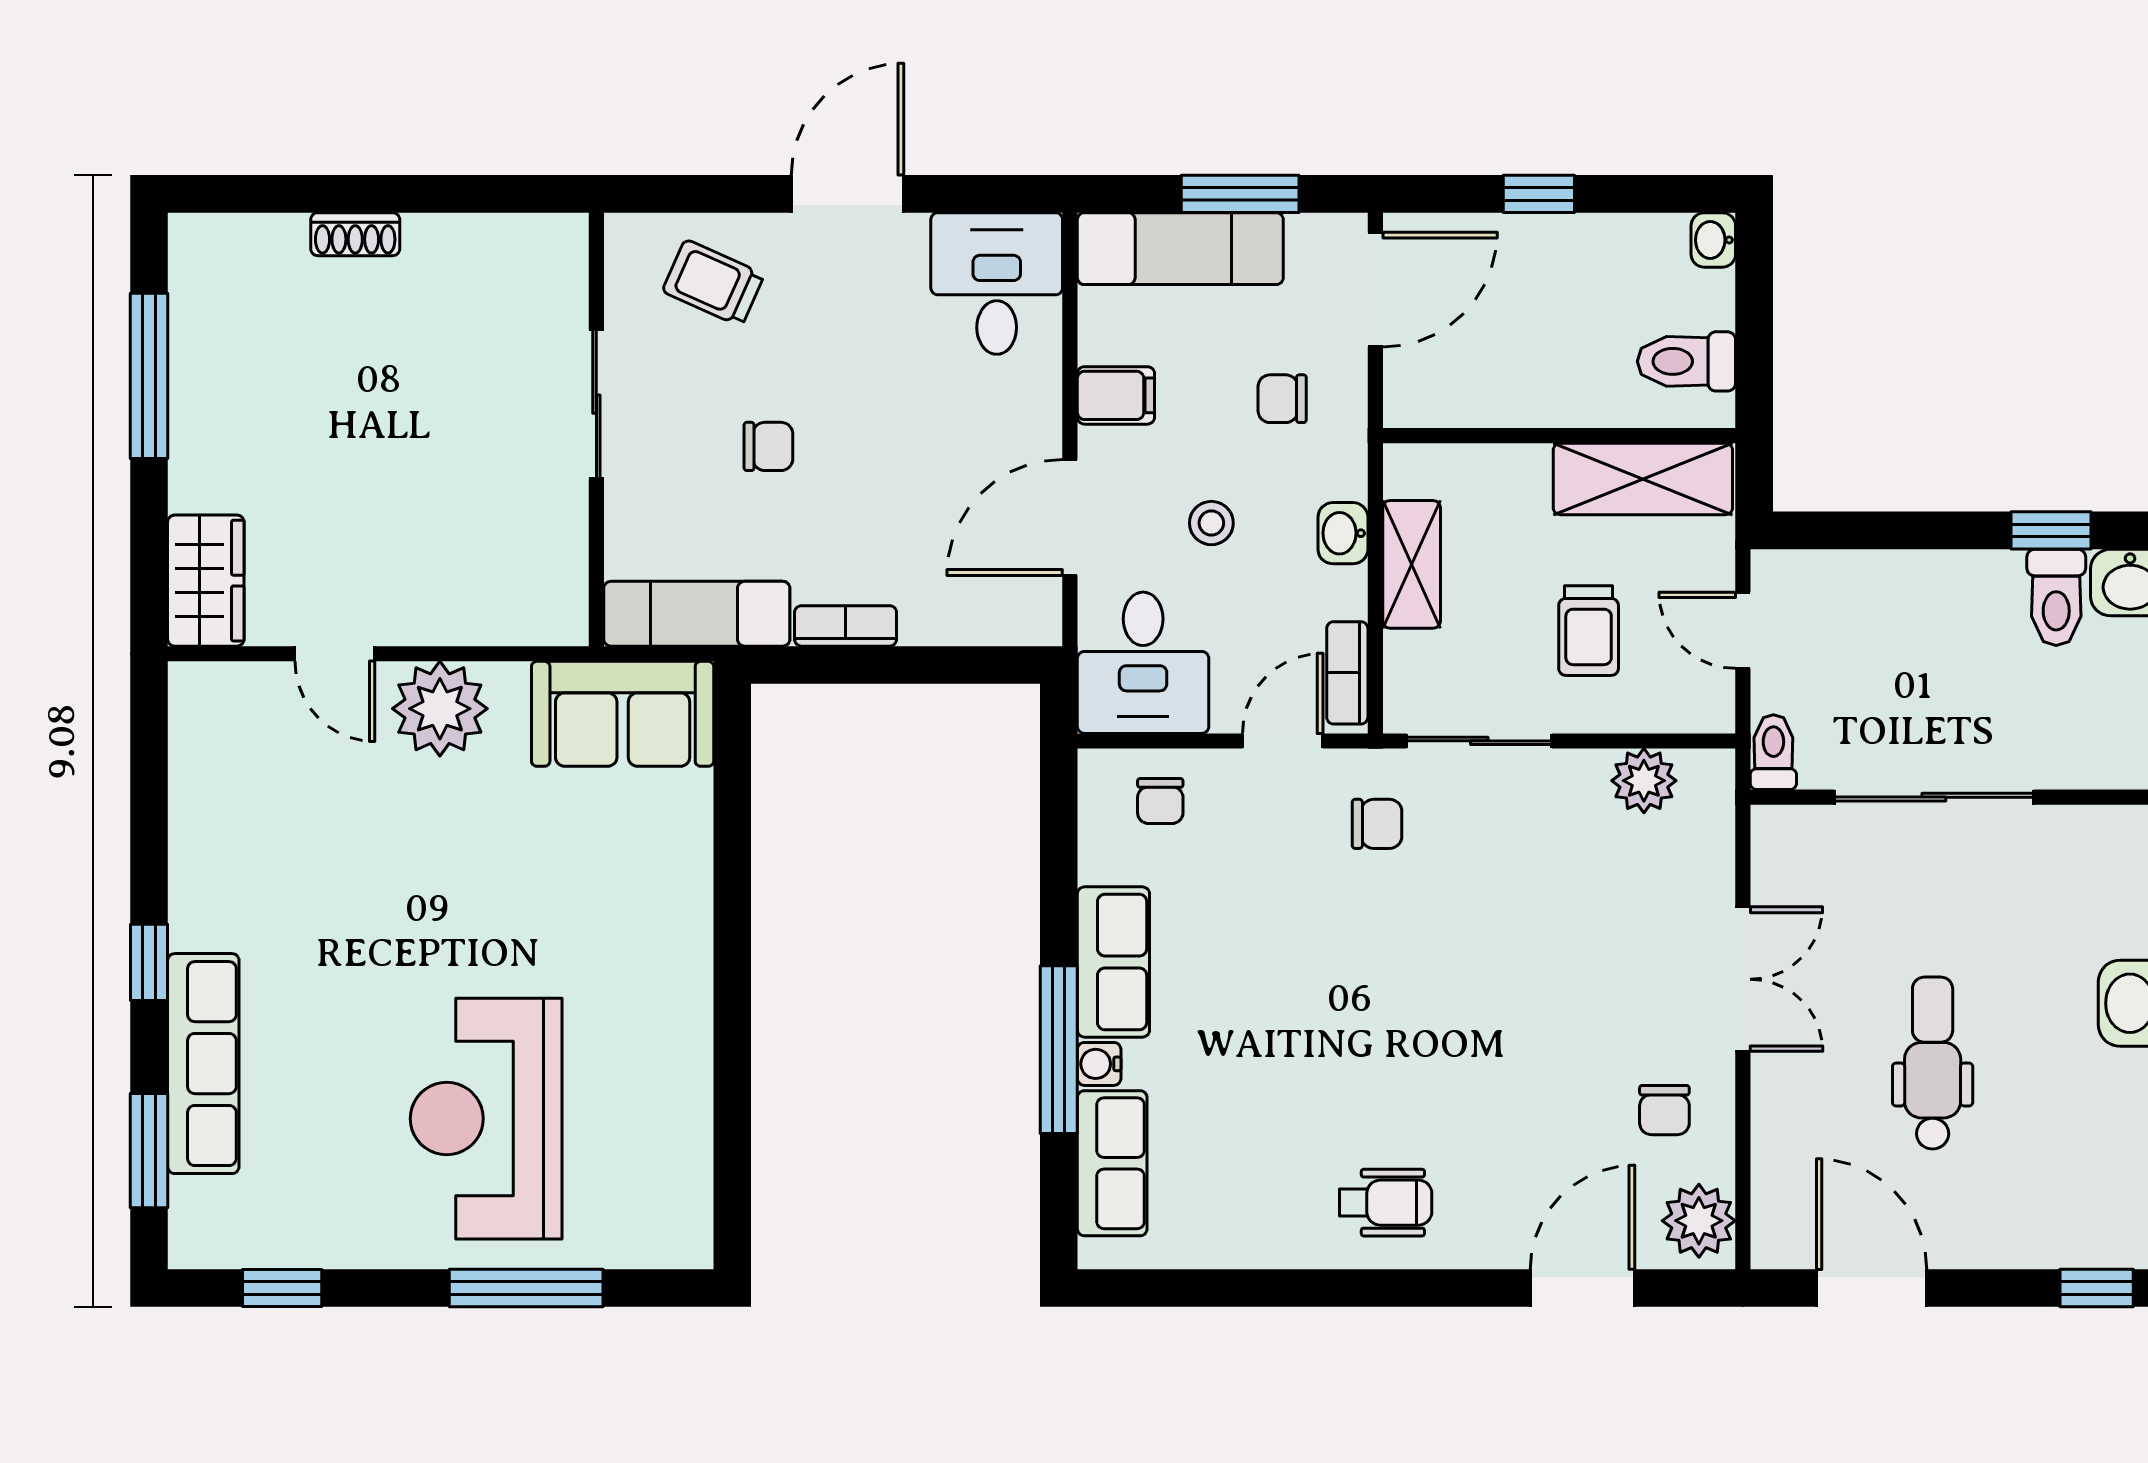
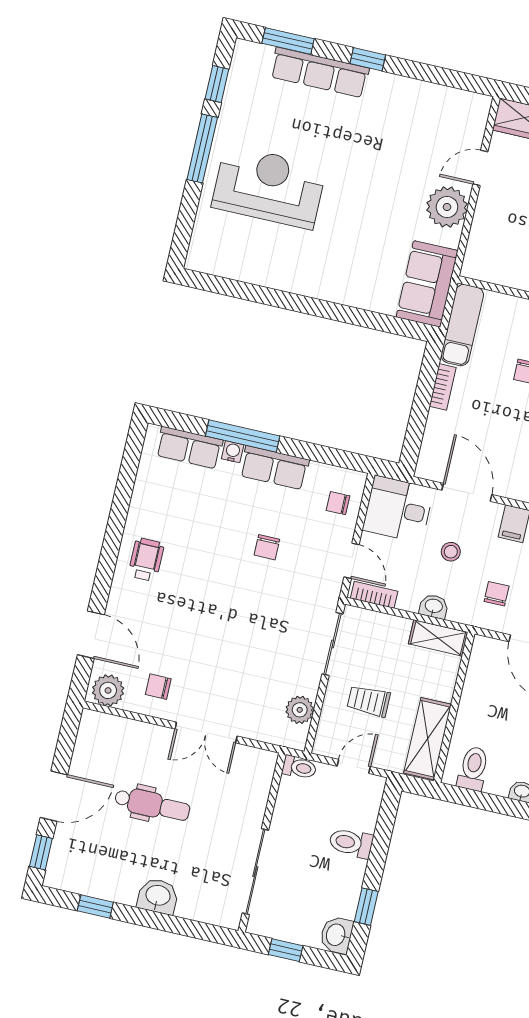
shelving: (1412, 564) -> (438, 638), moved
toilet: (2056, 597) -> (351, 843), moved
sliding door: (1934, 797) -> (255, 872), moved
chair: (1377, 824) -> (267, 547), moved
wheelchair: (1385, 1203) -> (146, 560), turned 180
window: (526, 1288) -> (202, 149), moved
door: (1872, 1288) -> (54, 796), moved

